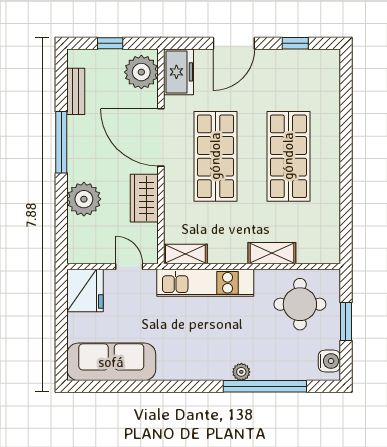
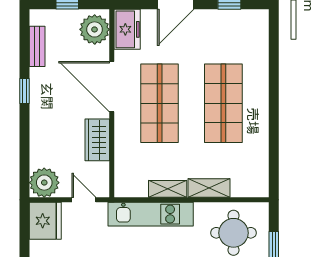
window: (61, 142) -> (24, 91), width x0.46
plant: (84, 199) -> (44, 183), moved
shelving: (185, 254) -> (168, 189), moved

